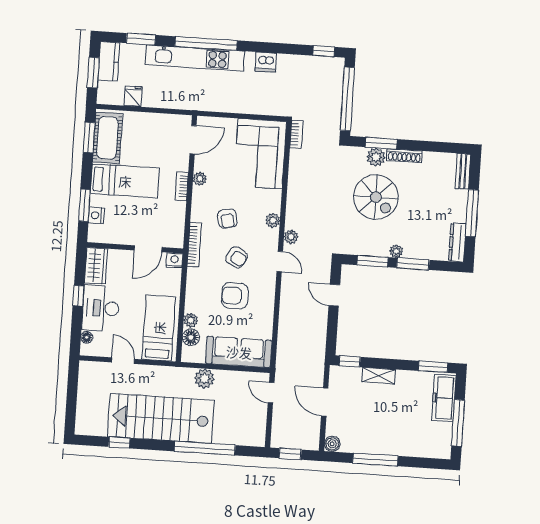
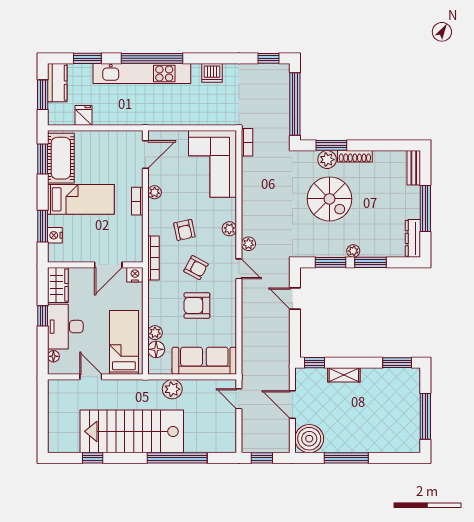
freezer: (444, 398) -> (410, 393), removed
boiler: (332, 444) -> (309, 439), width x1.86, depth x1.86

